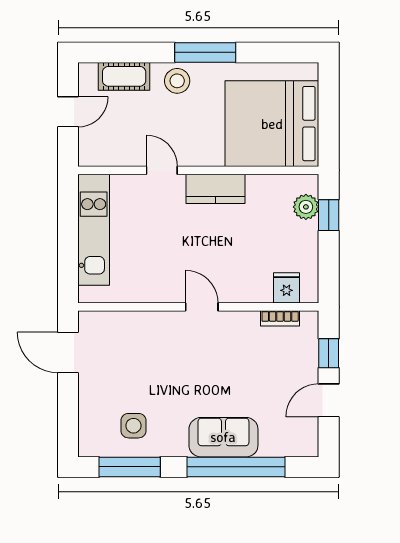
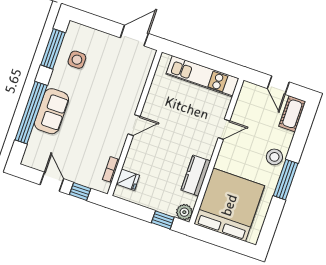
cot: (124, 76) -> (292, 114), moved
kitchen counter: (215, 189) -> (196, 175), moved
plant: (306, 207) -> (184, 212), moved

